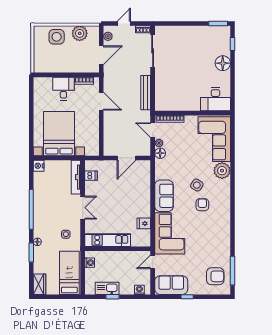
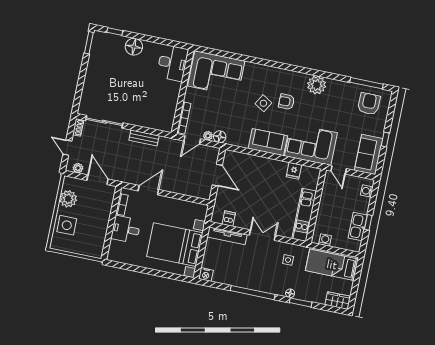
bench: (146, 93) -> (144, 138), width x0.73
plant: (222, 171) -> (317, 85), moved

